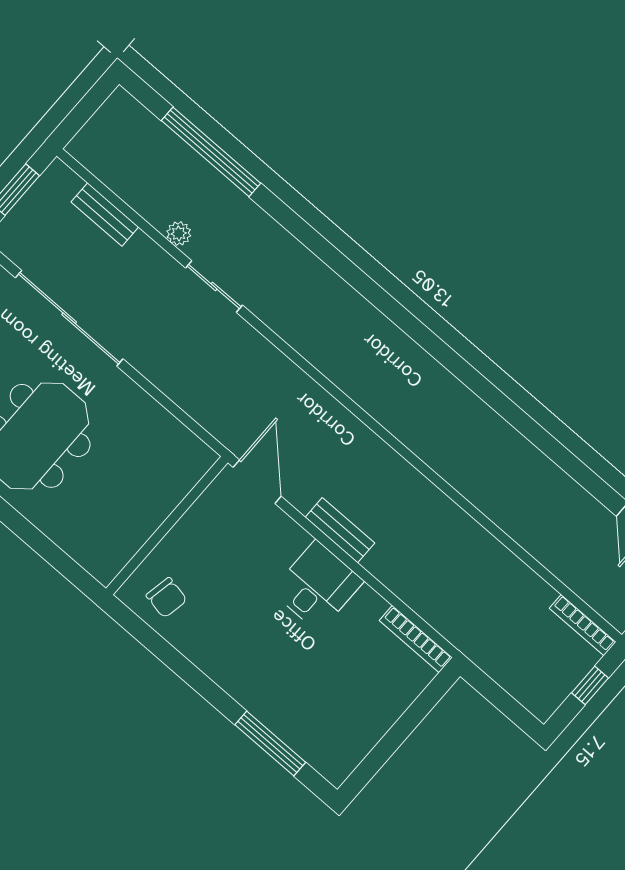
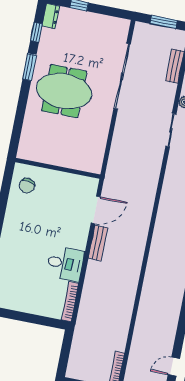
door: (257, 482) -> (96, 210), moved
desk: (317, 586) -> (65, 264), moved

